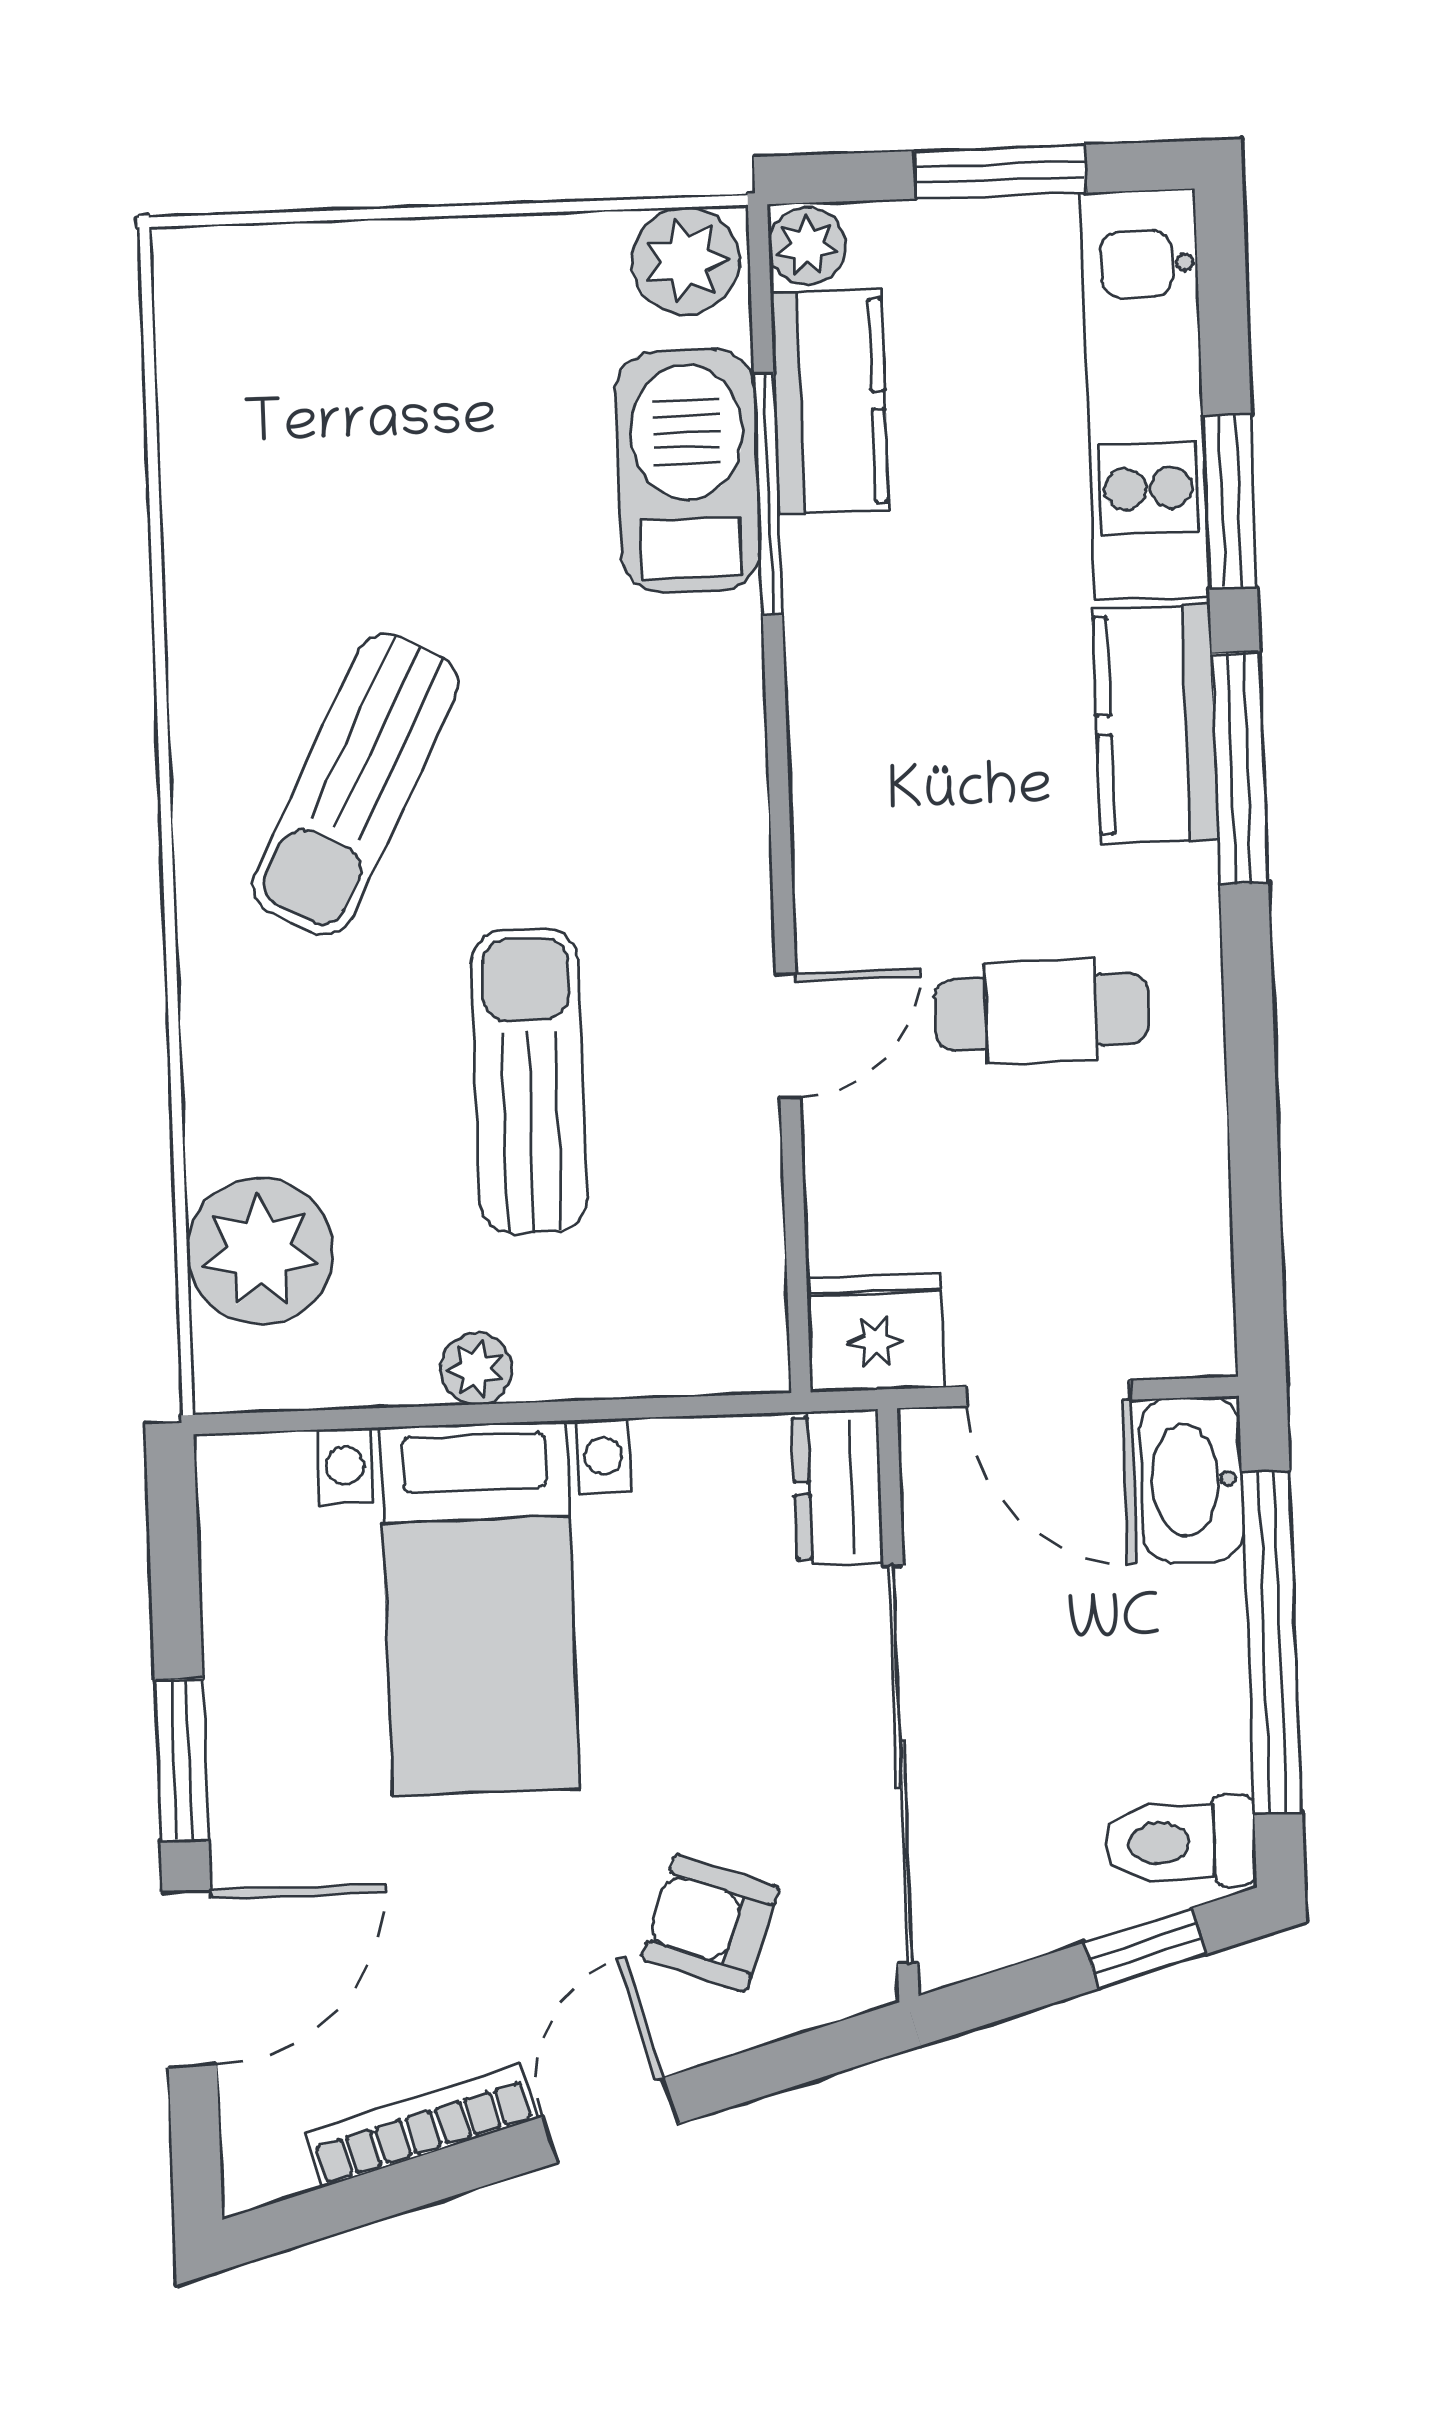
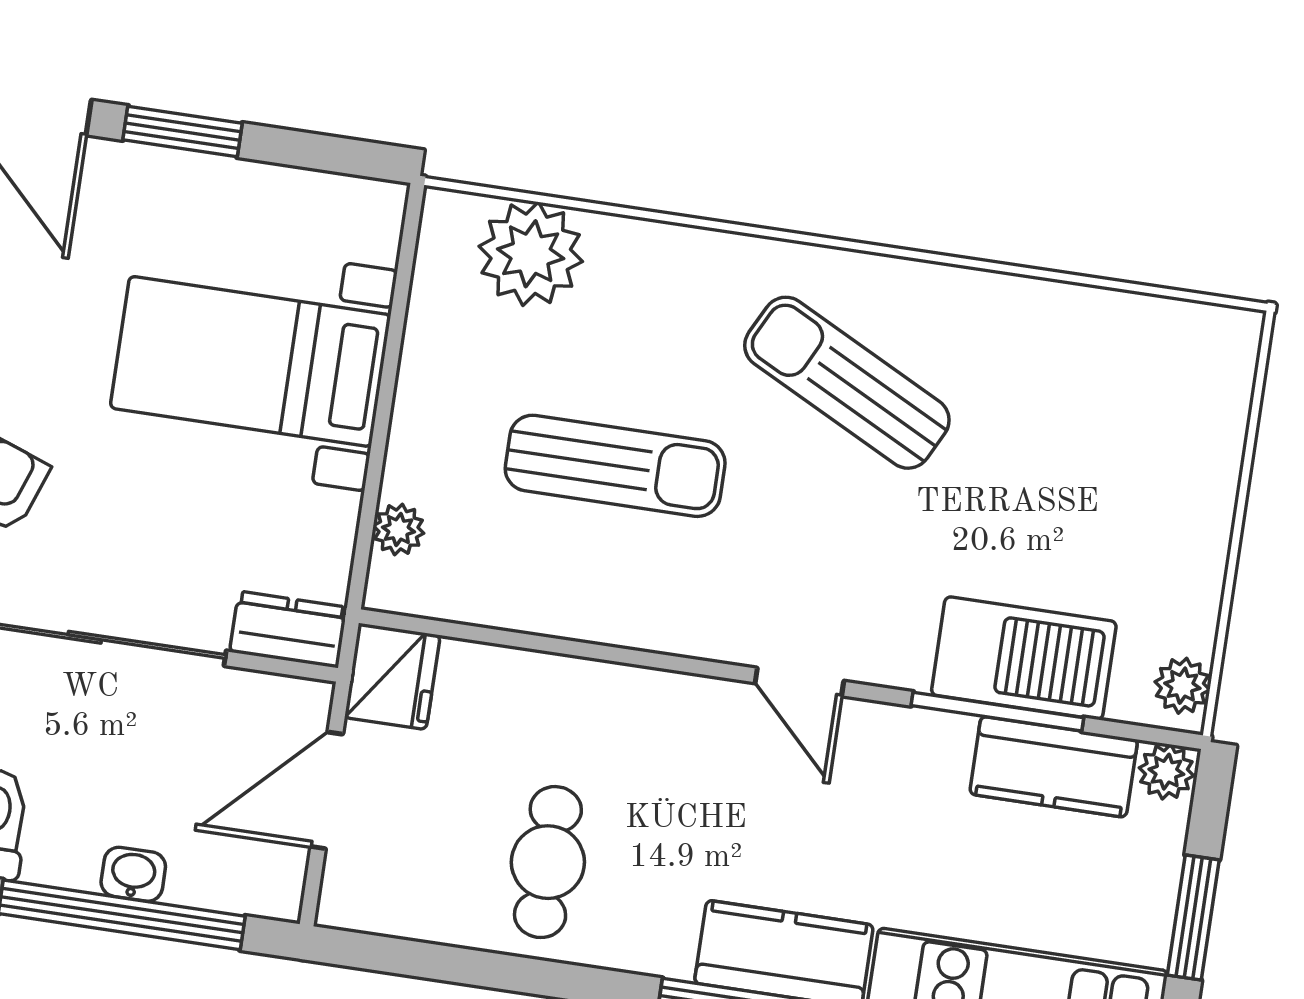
plant: (686, 261) -> (1182, 686), width x0.73, depth x0.73
cafe table: (1041, 1012) -> (548, 862), moved
door: (788, 1035) -> (799, 682), moved
plant: (477, 1369) -> (398, 530), moved
washbasin: (1192, 1480) -> (133, 874), moved, width x0.52, depth x0.69

